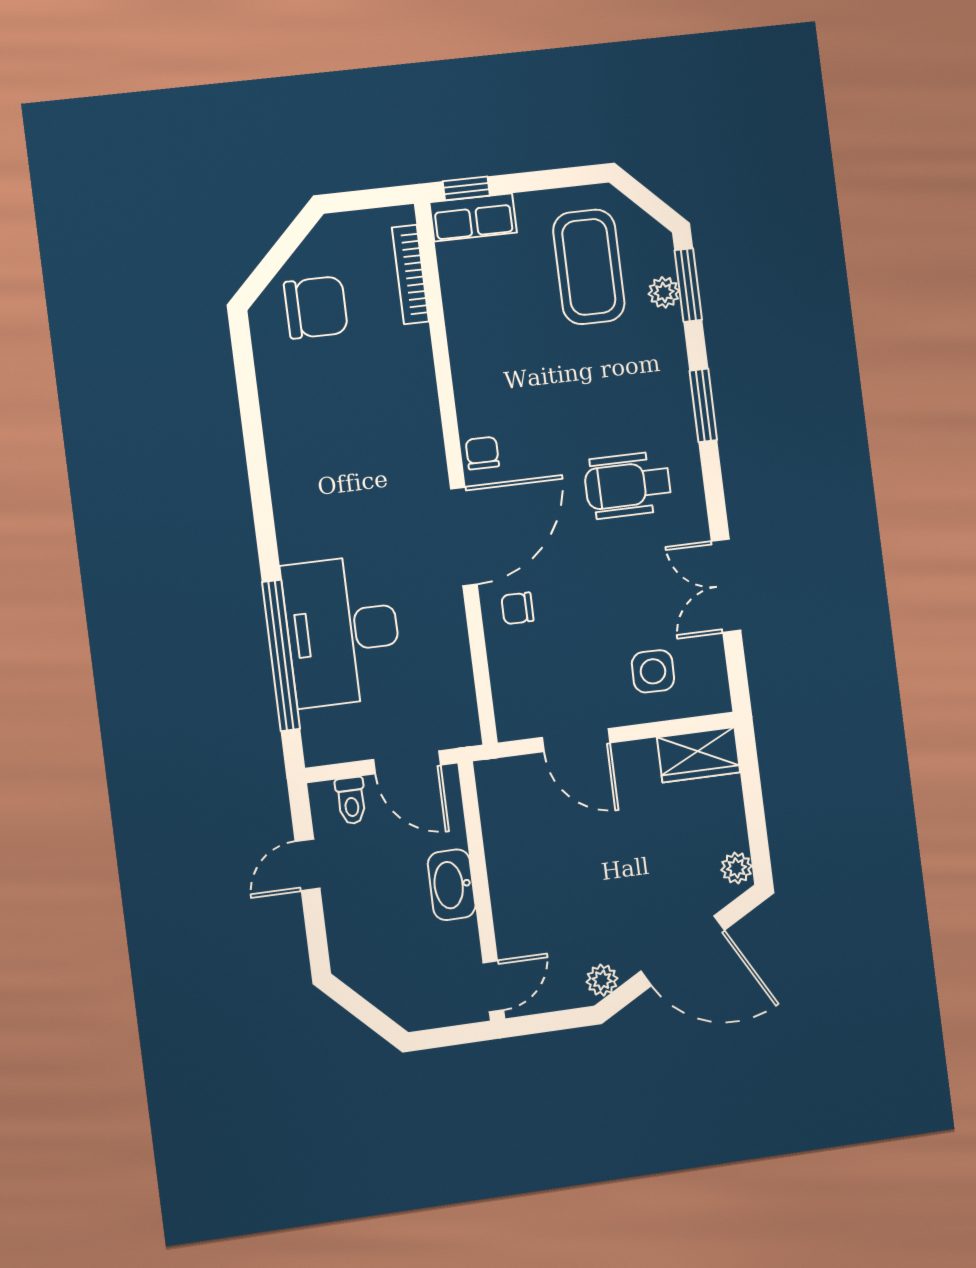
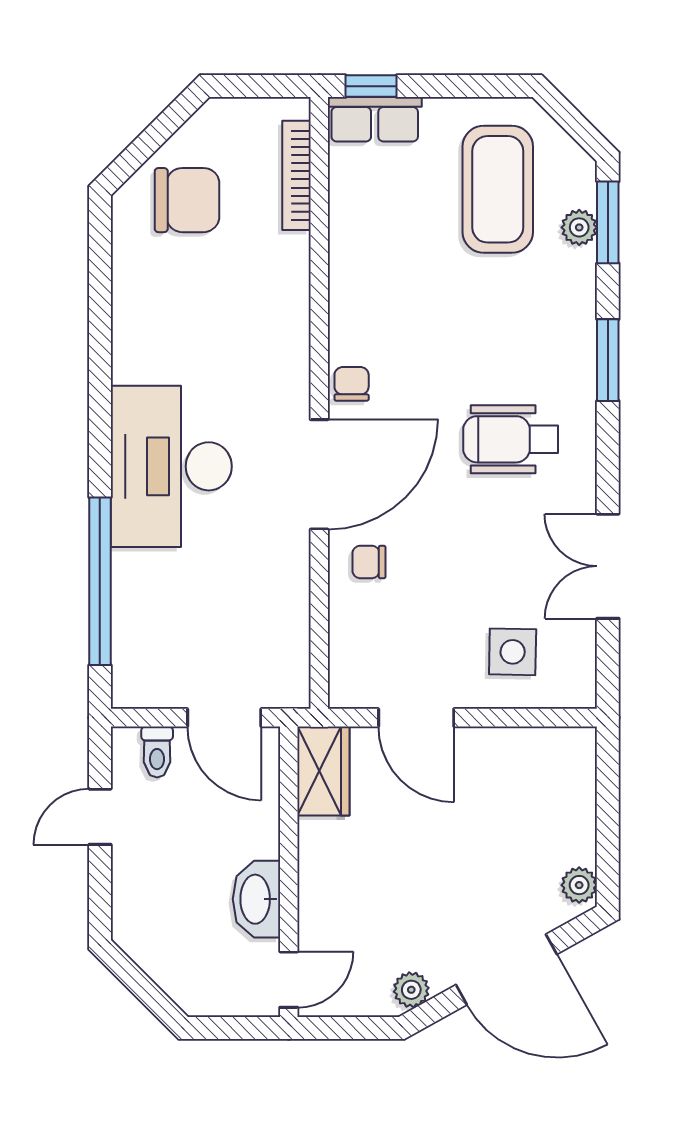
desk: (343, 631) -> (171, 466), moved
wardrobe: (699, 755) -> (323, 771), moved, turned -90
washbasin: (452, 885) -> (257, 899), moved

